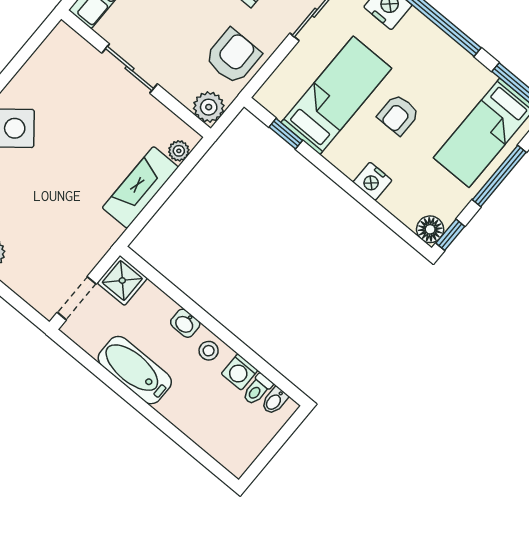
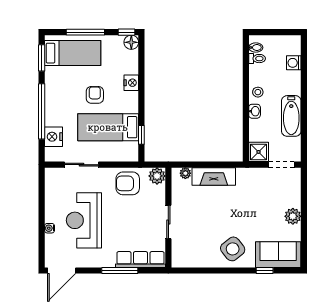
armchair: (398, 115) -> (95, 95), turned -90
washing machine: (240, 372) -> (294, 63), moved, turned 180

